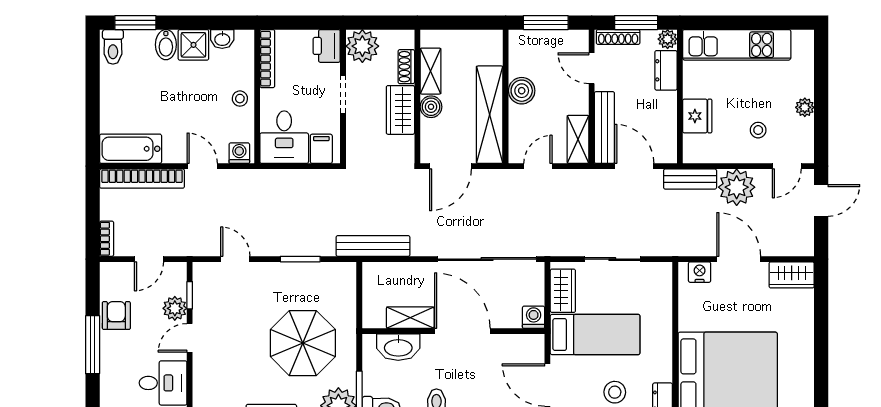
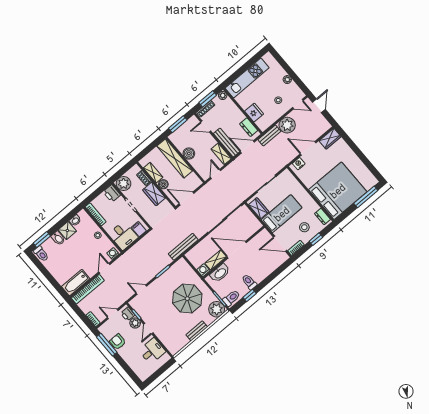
dresser: (666, 70) -> (249, 127), moved
shelving: (490, 115) -> (175, 158), moved
door: (202, 166) -> (104, 268), hinge flipped
door: (450, 166) -> (186, 199), swing flipped
door: (787, 166) -> (298, 104), hinge flipped
door: (149, 259) -> (113, 314), swing flipped
printer: (175, 282) -> (128, 314), added
washing machine: (534, 317) -> (203, 270), moved
window: (93, 345) -> (107, 345), moved

